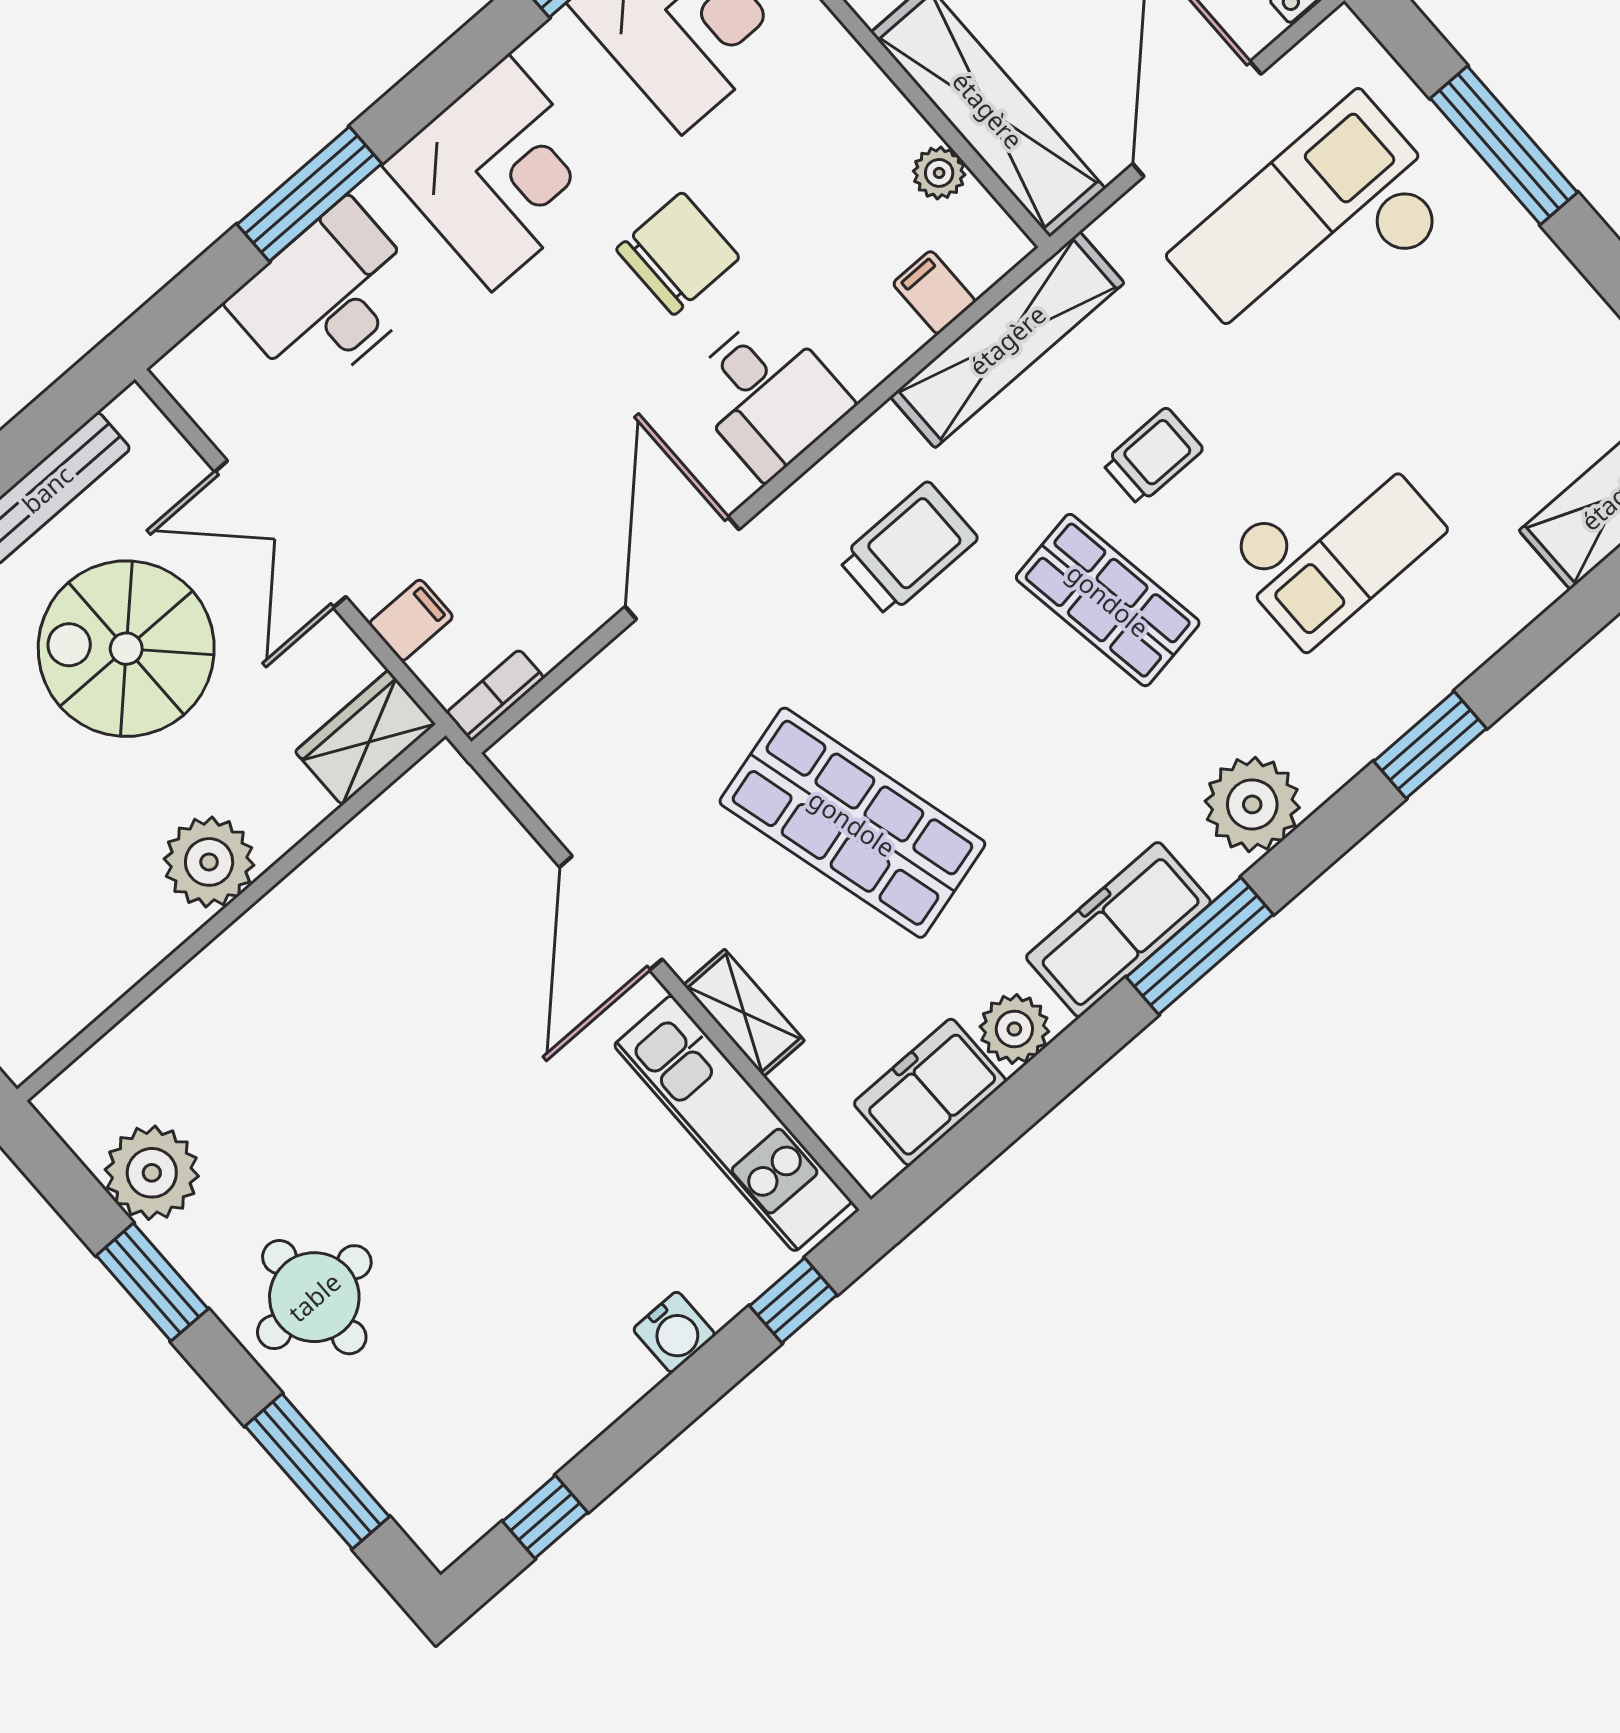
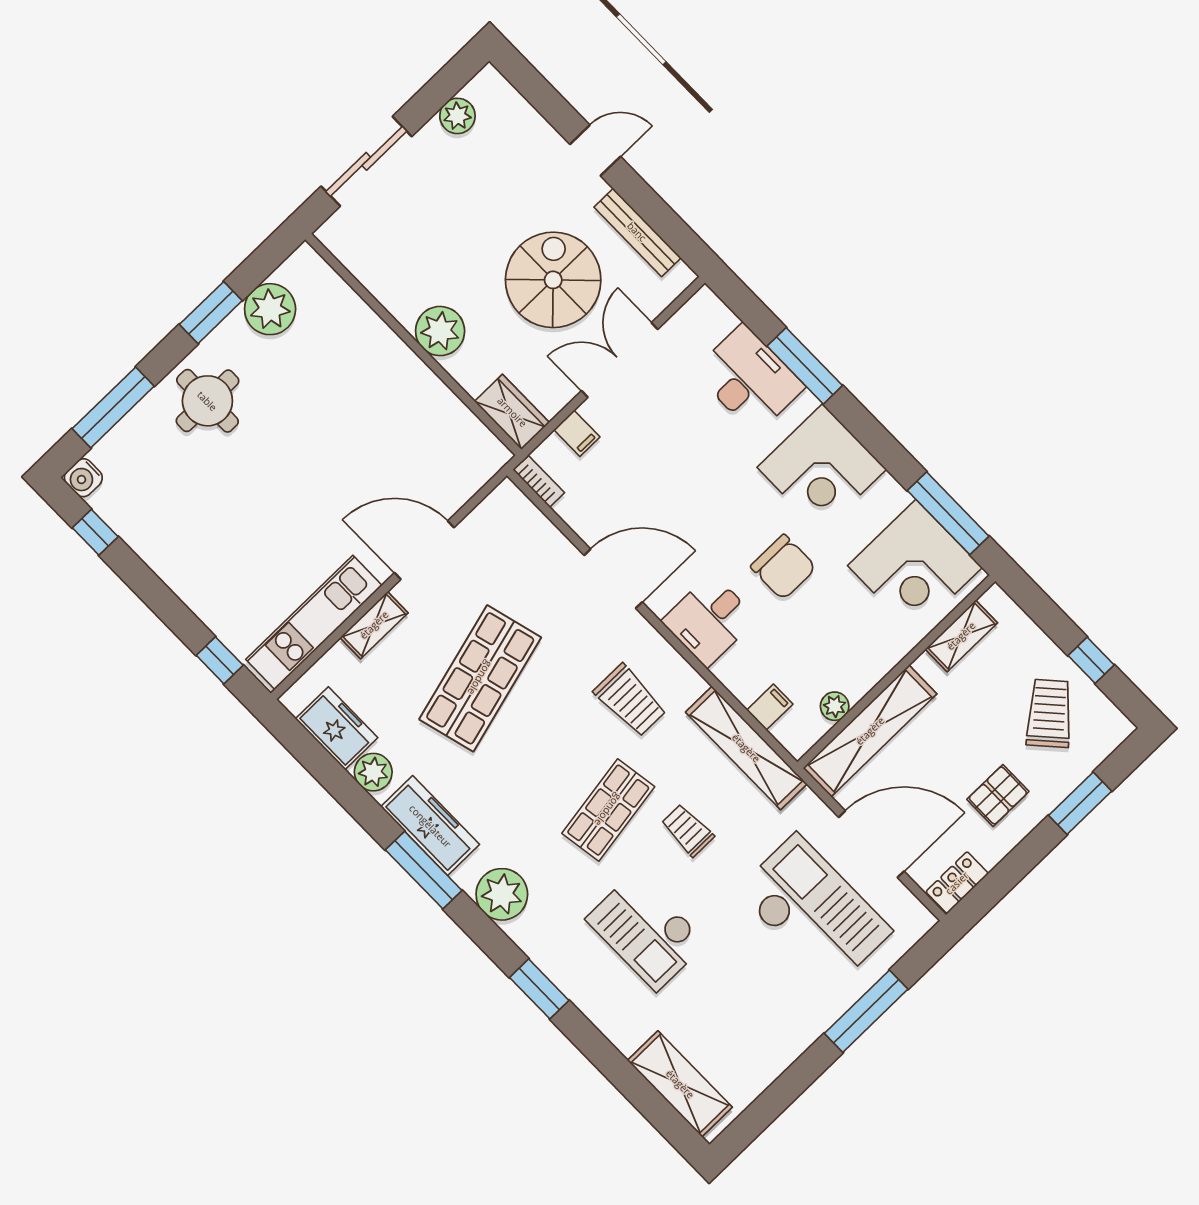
trolley: (1153, 456) -> (688, 830), turned 180
water cooler: (674, 1332) -> (83, 478), moved

